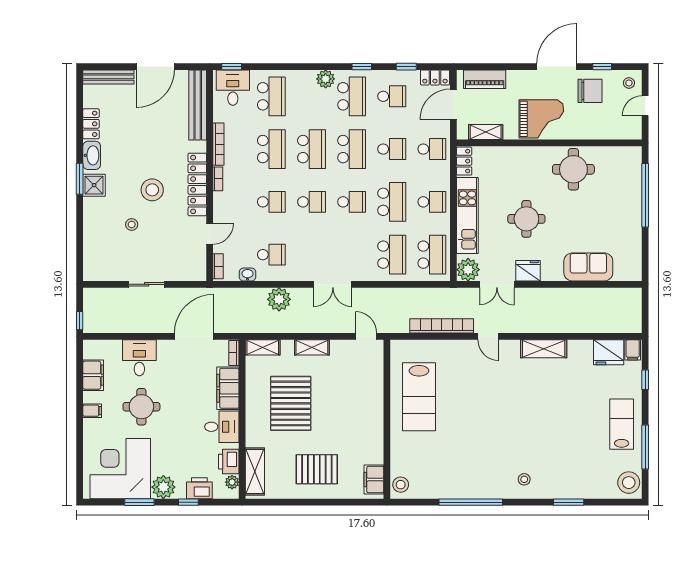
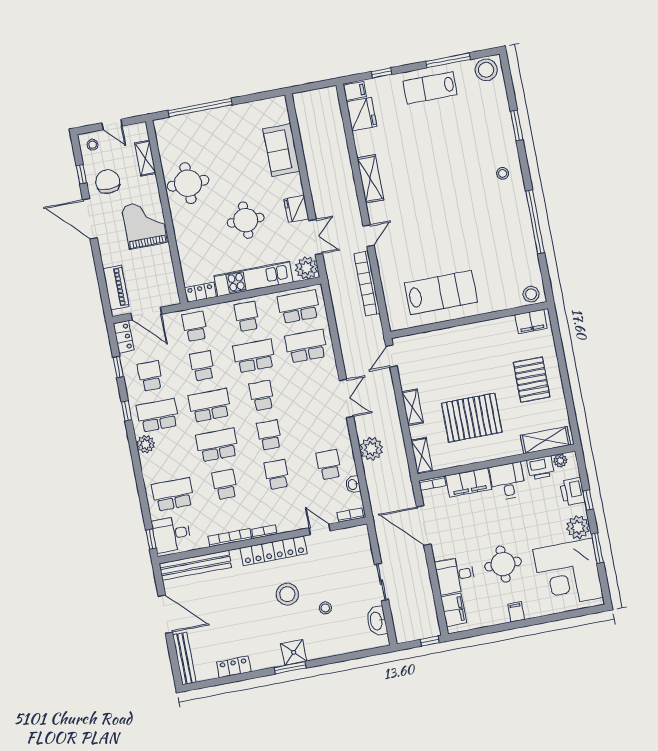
shelving: (486, 132) -> (145, 158), moved
school desk: (271, 149) -> (225, 484), width x0.54
washbasin: (92, 155) -> (377, 621), moved, turned -90
filing cabinet: (93, 375) -> (454, 610), moved, turned 90

